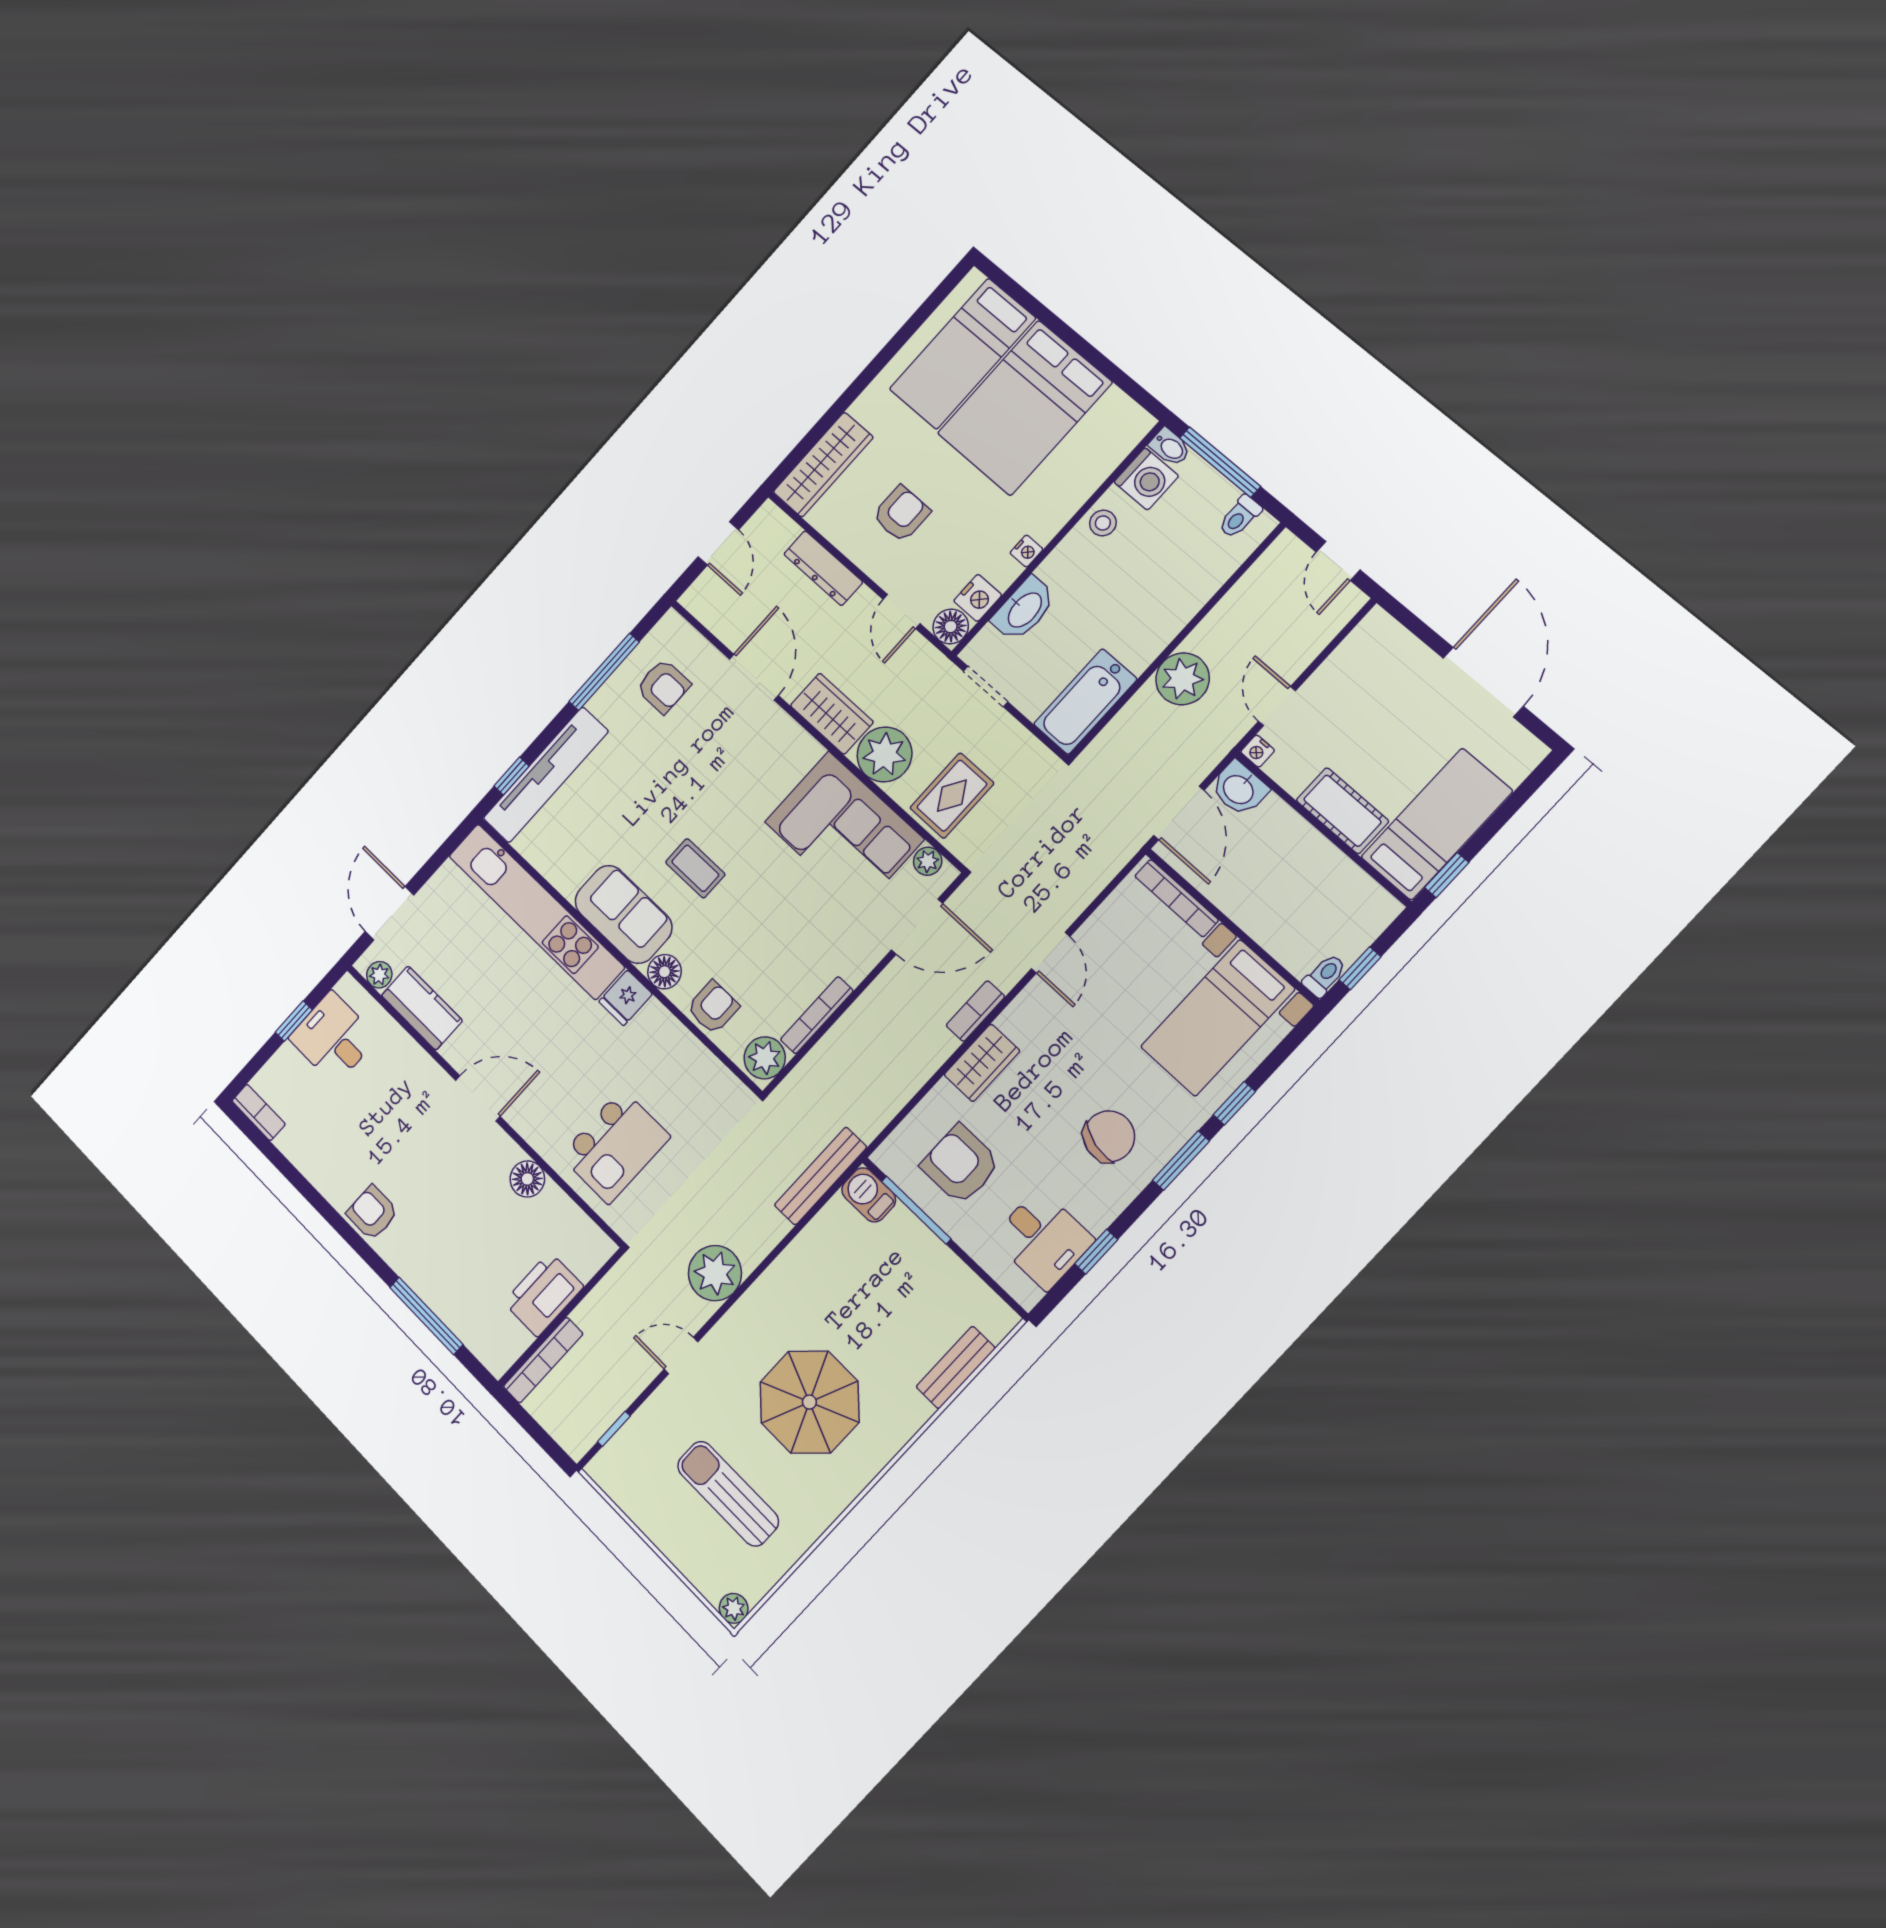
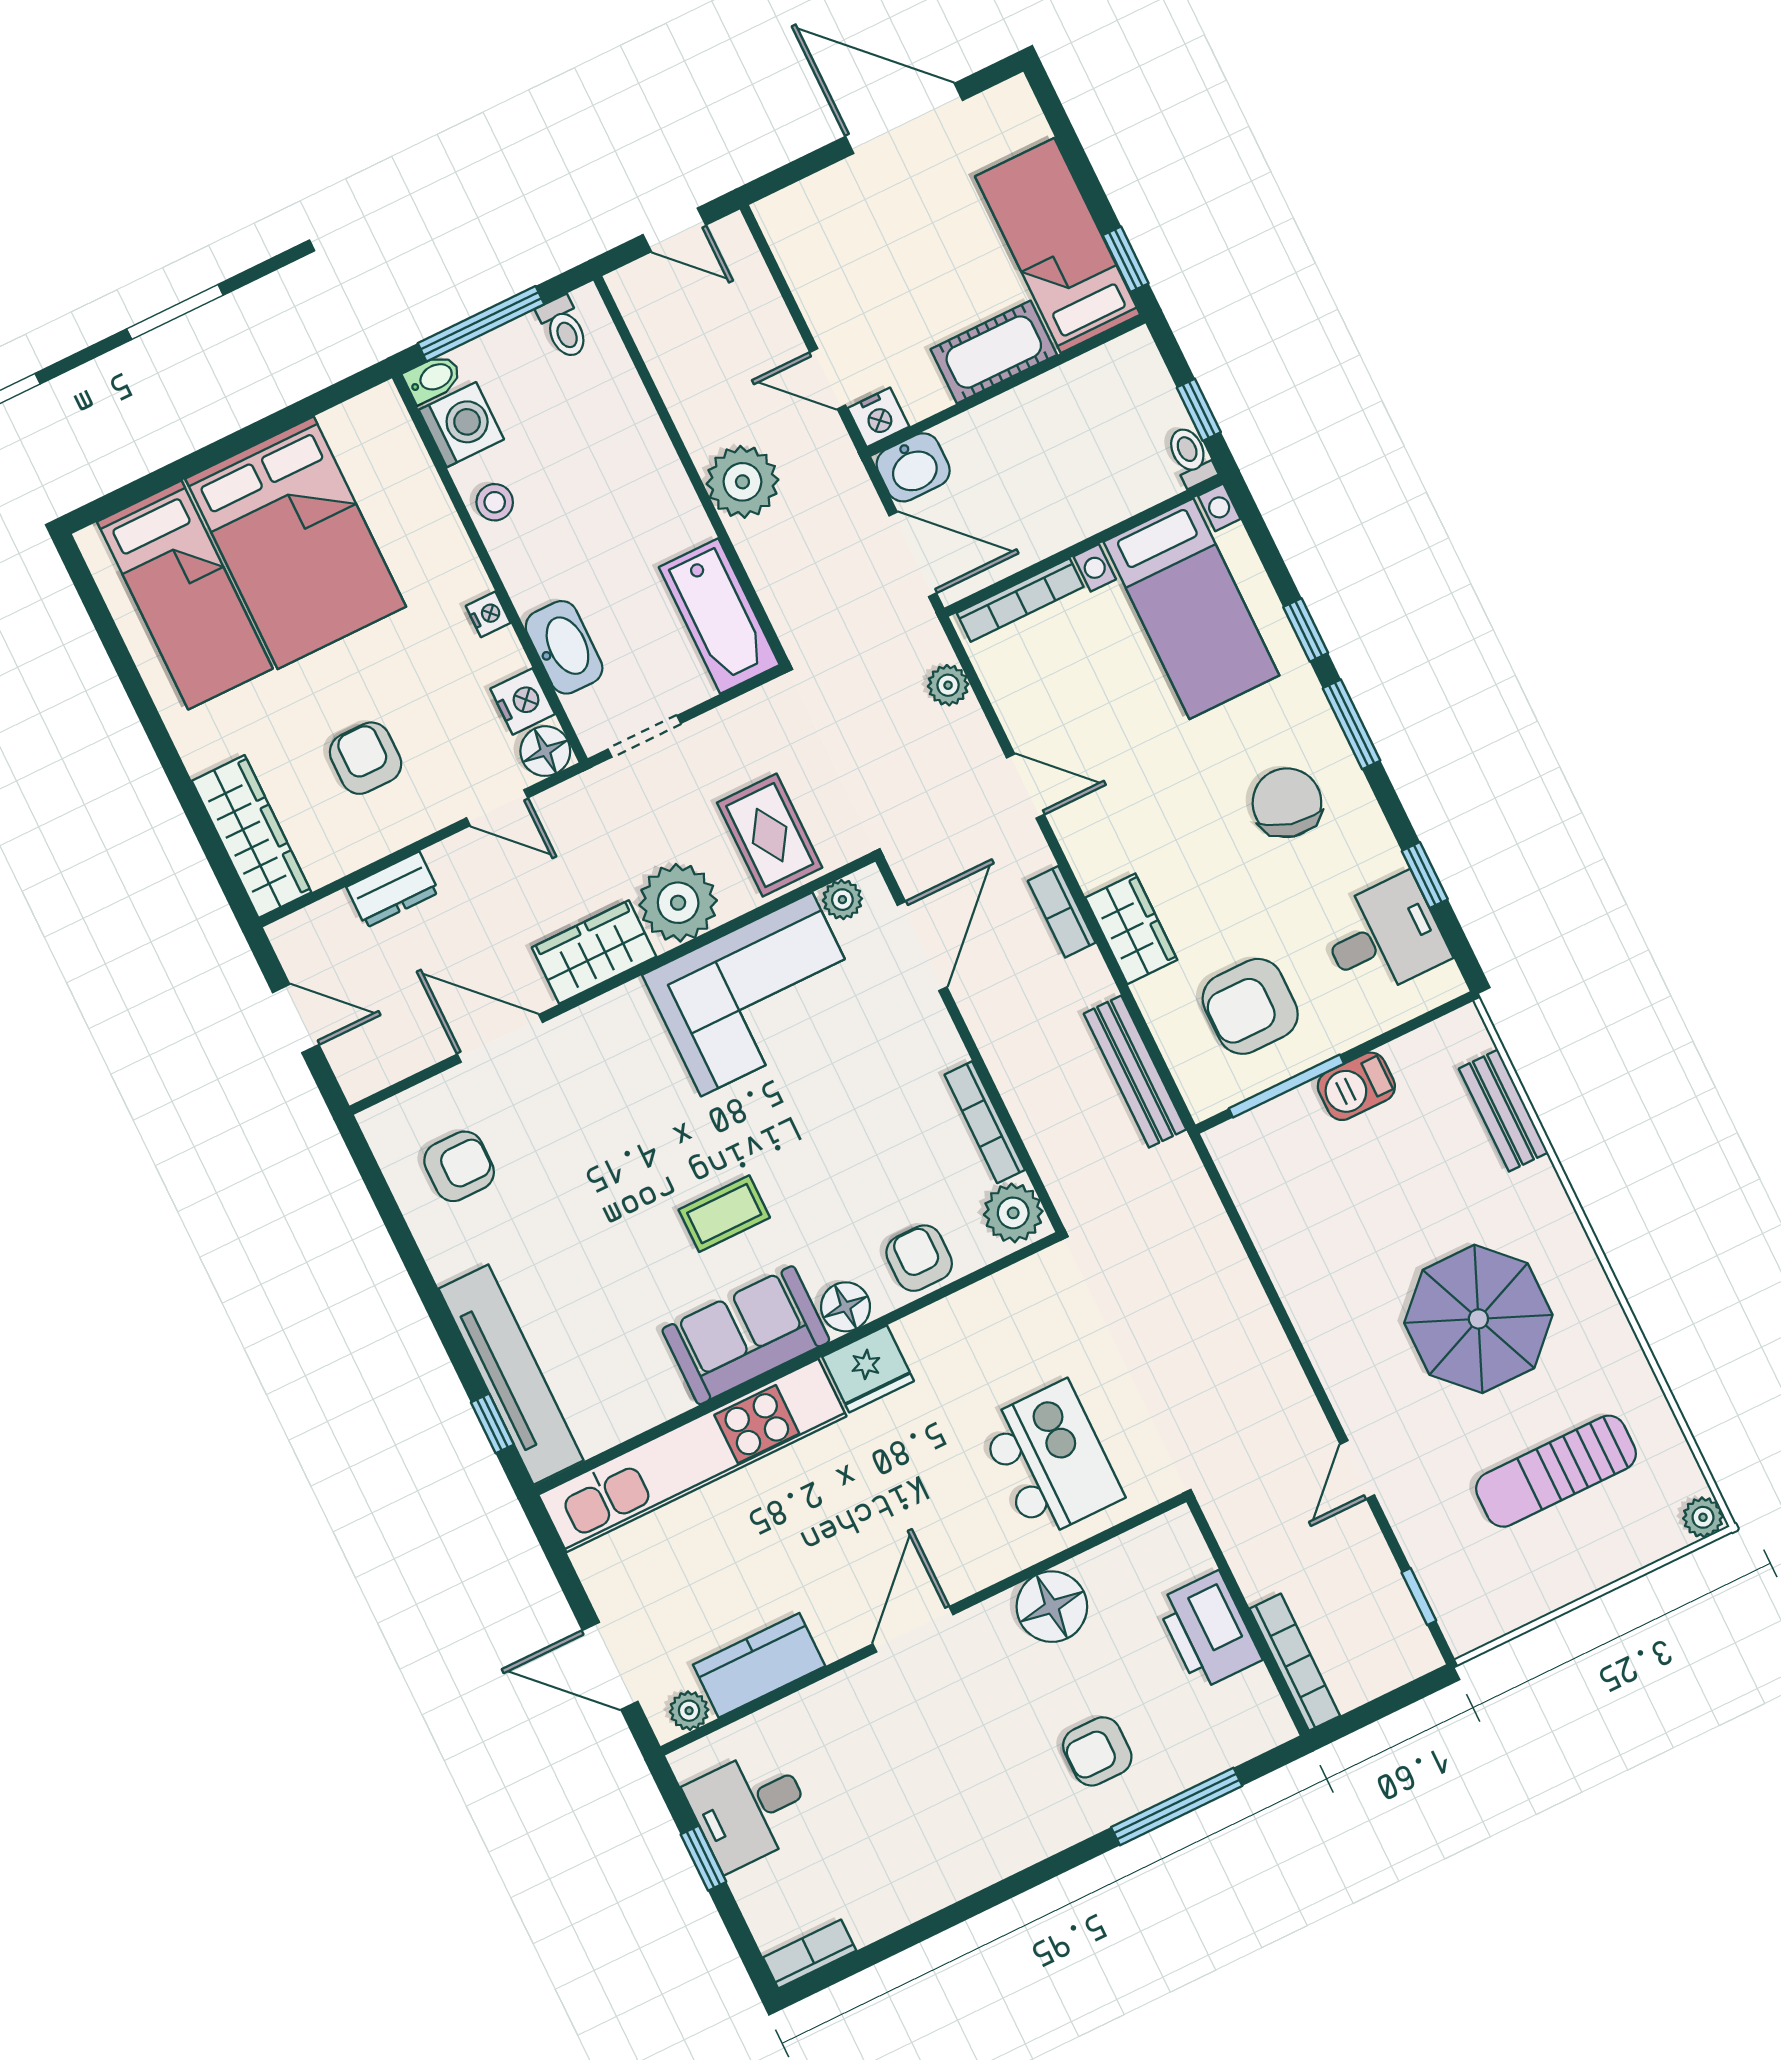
dresser: (823, 568) -> (393, 890), width x0.70
window: (604, 672) -> (404, 1241), removed
nightstand: (1258, 751) -> (878, 417), width x1.39, depth x1.35
fridge: (626, 998) -> (868, 1369), width x1.38
bench: (821, 1176) -> (1135, 1071), moved
floor lamp: (527, 1179) -> (1052, 1607), width x1.38, depth x1.38
barbecue: (869, 1195) -> (1356, 1086), moved
armchair: (372, 1213) -> (1097, 1751), moved
plant: (715, 1273) -> (948, 685), moved, width x0.53, depth x0.53

